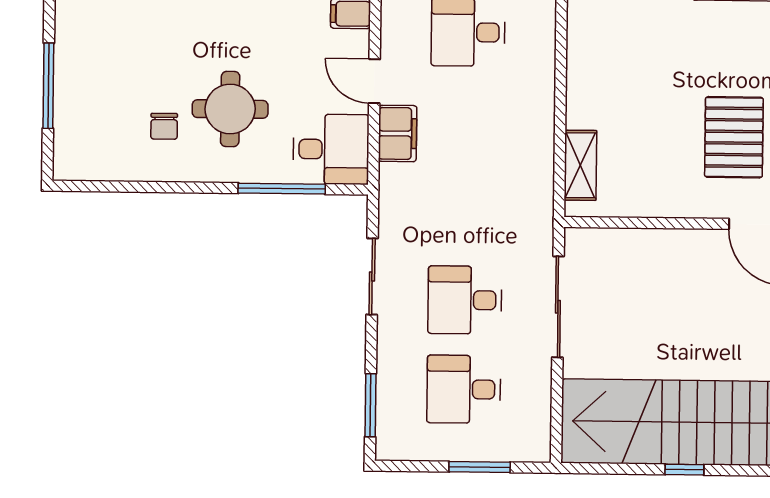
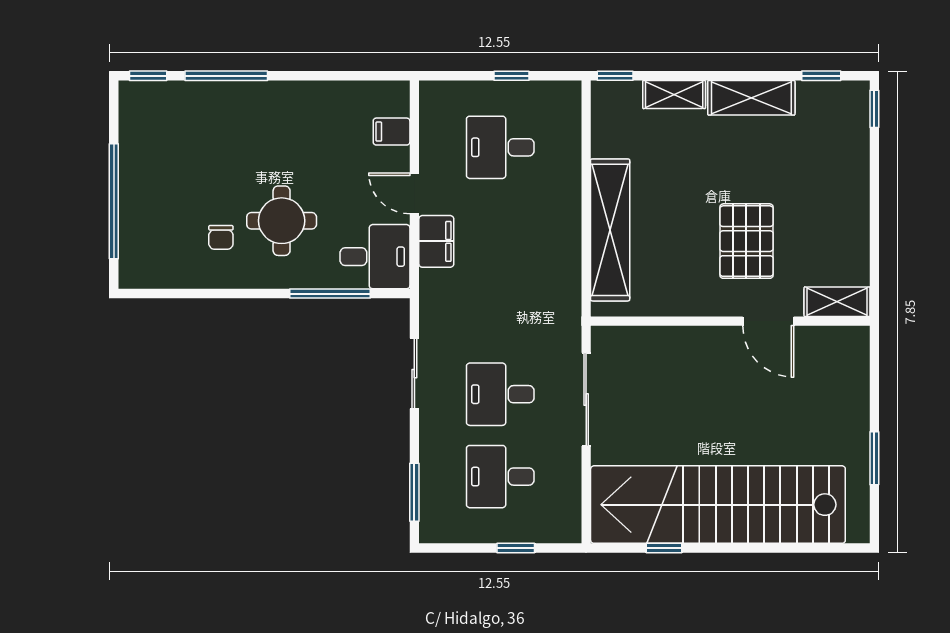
window: (48, 86) -> (114, 201), width x1.46
shelving: (580, 165) -> (610, 230), width x2.20, depth x1.33
window: (480, 467) -> (516, 548), width x0.67
window: (684, 470) -> (664, 548), moved

